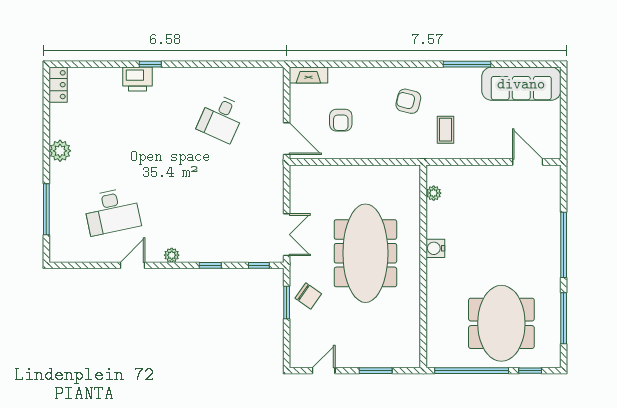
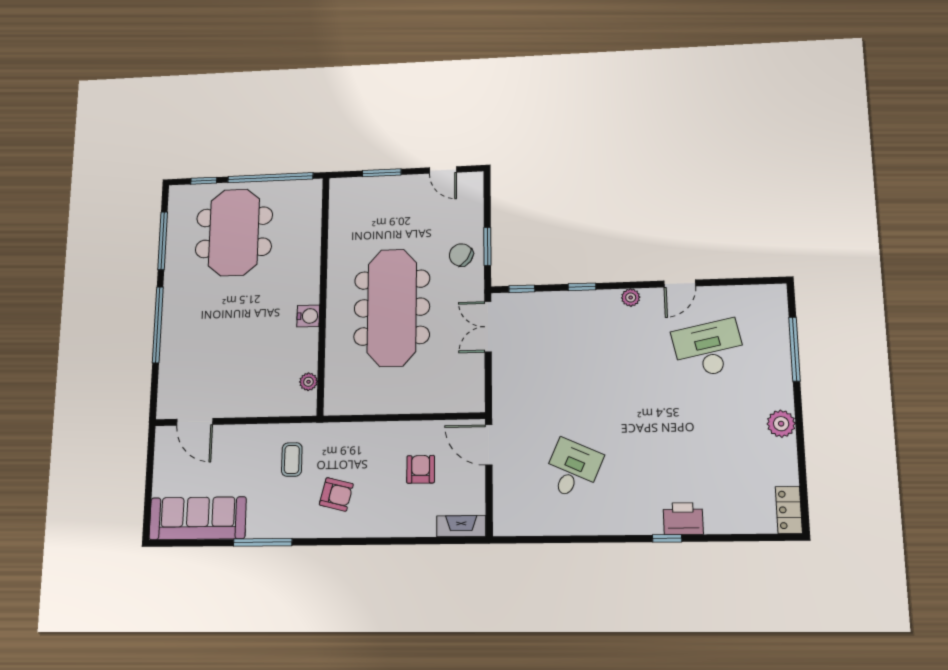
door: (324, 371) -> (443, 170), hinge flipped

